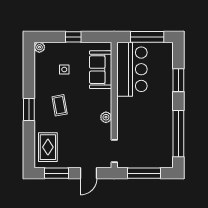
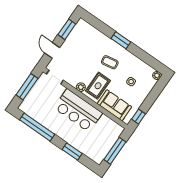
window: (73, 37) -> (139, 117), moved
bar counter: (132, 69) -> (78, 110), moved
rug: (48, 147) -> (98, 86), moved, turned 90

